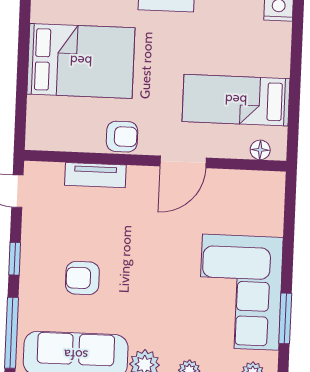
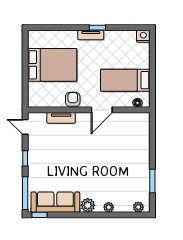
armchair: (122, 137) -> (73, 99), turned -90
armchair: (82, 278) -> (57, 166), removed
corner sofa: (241, 292) -> (131, 170), removed

